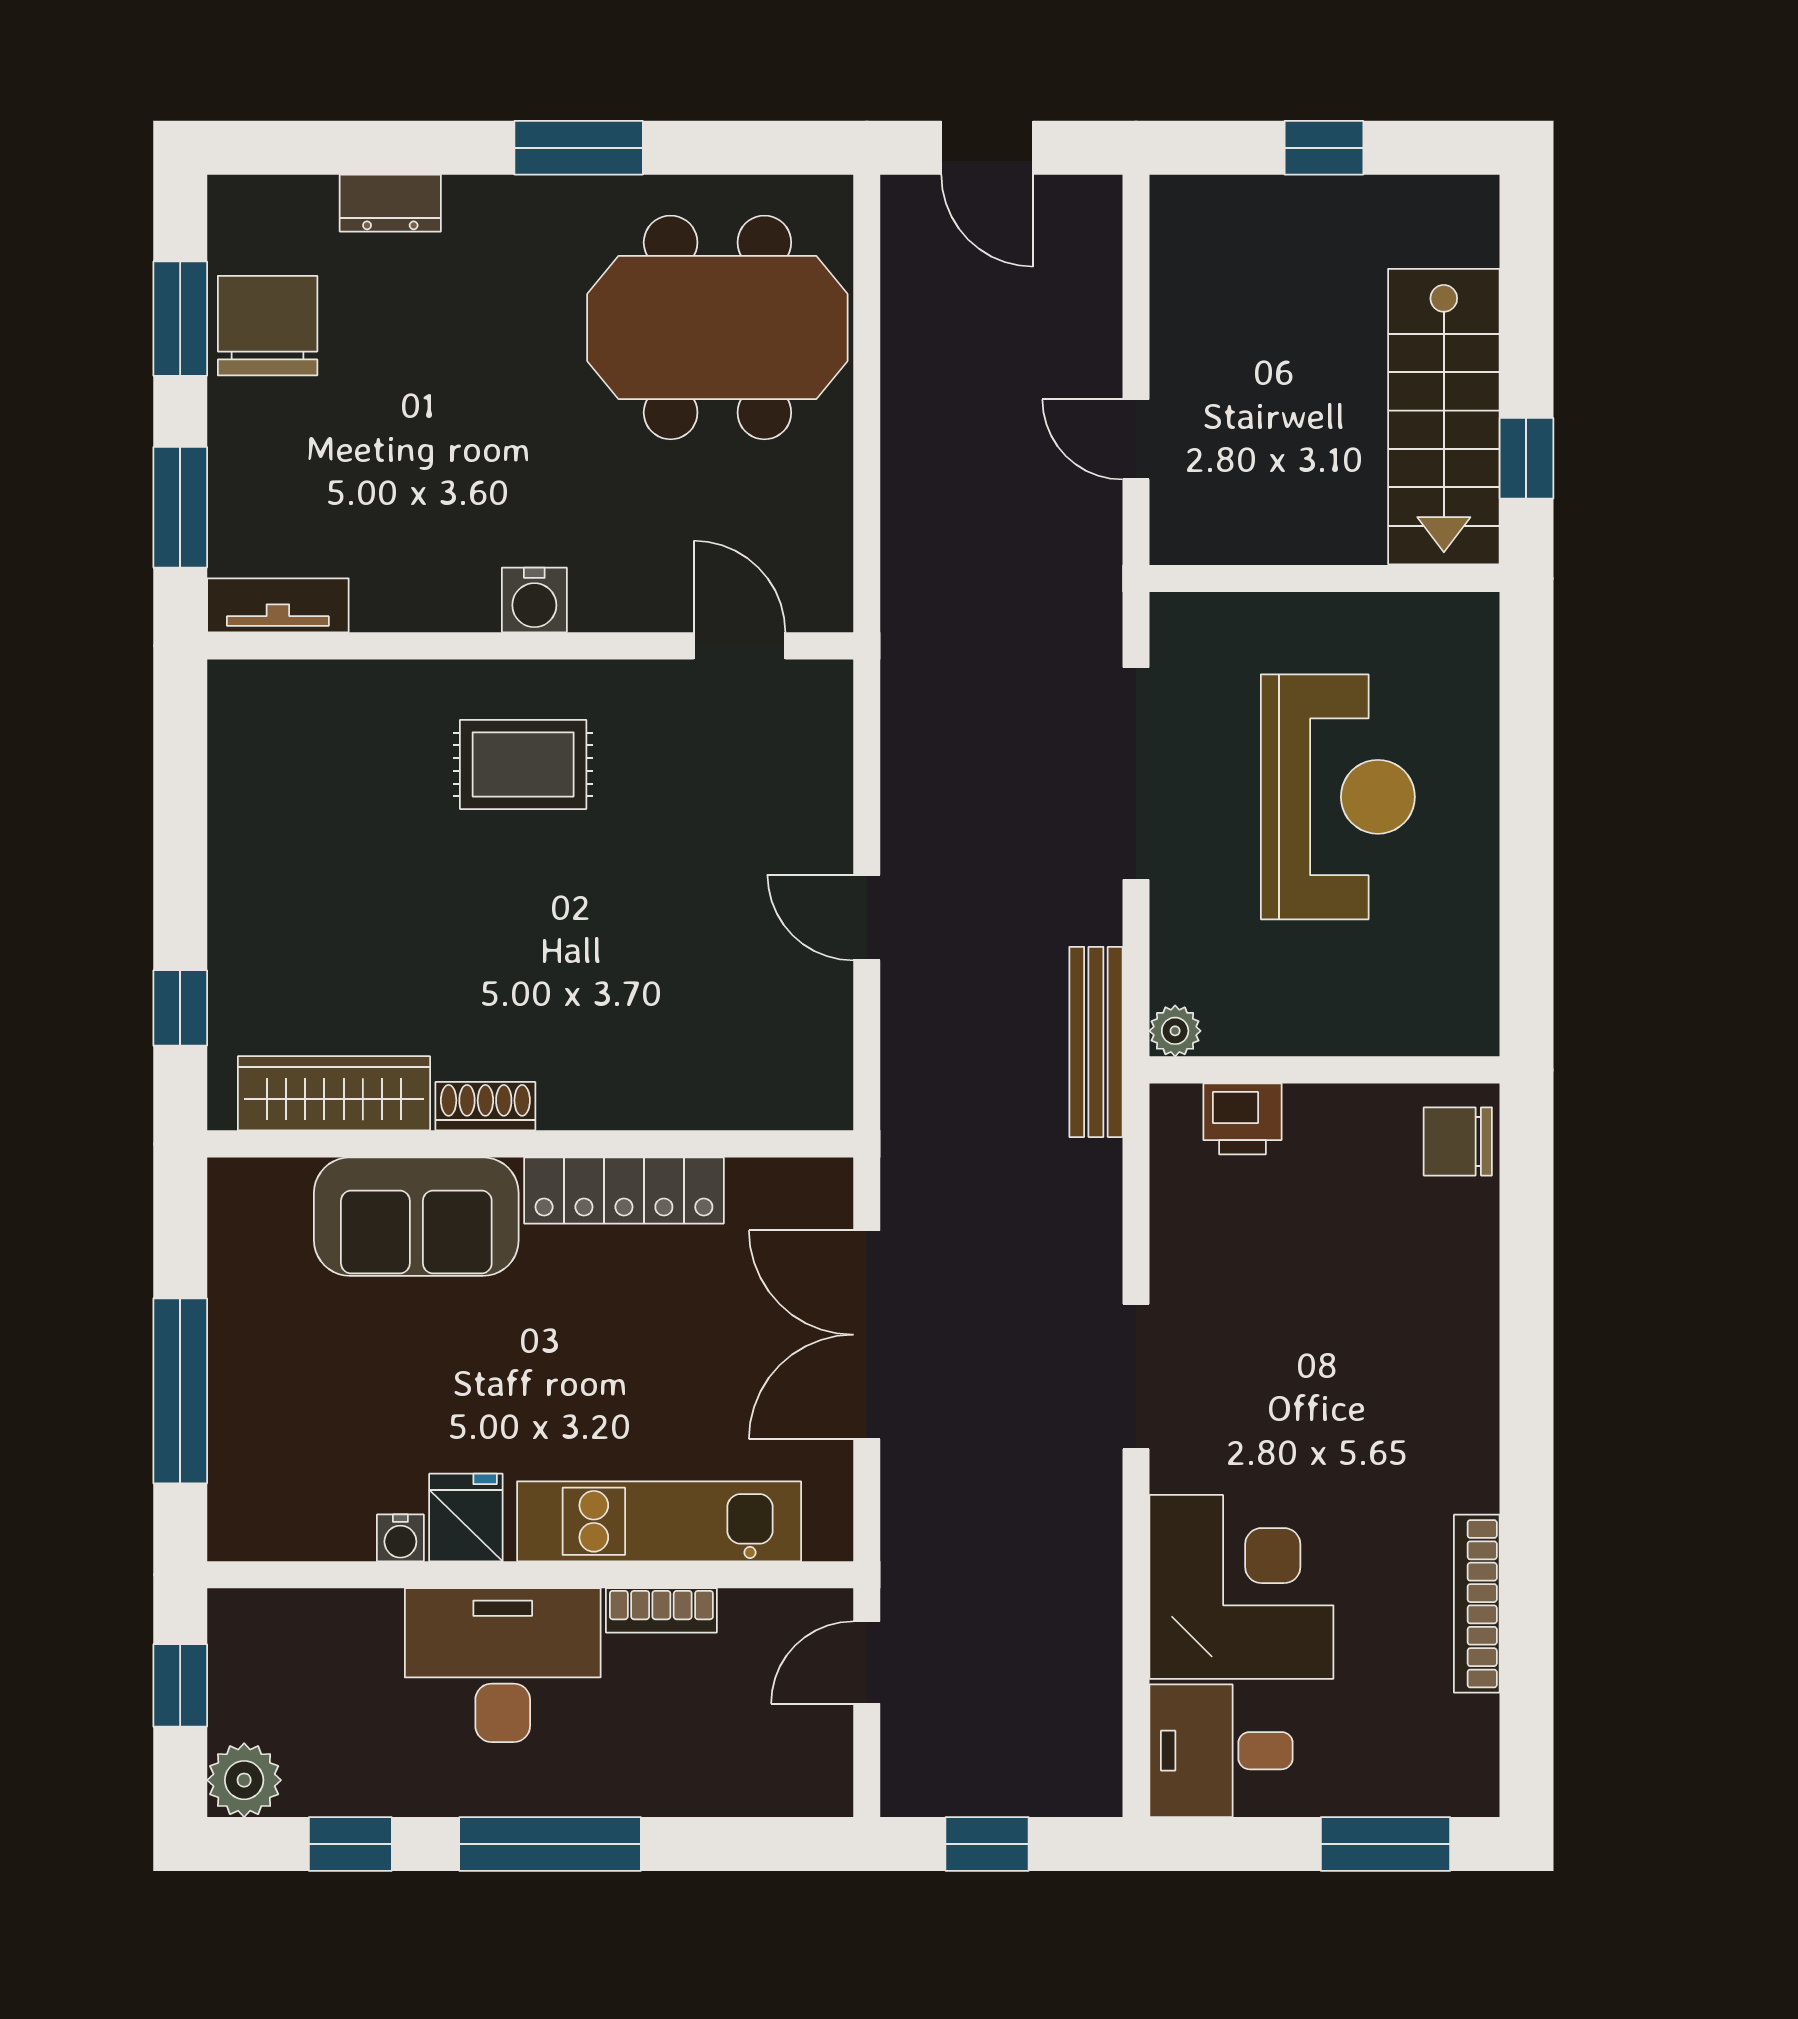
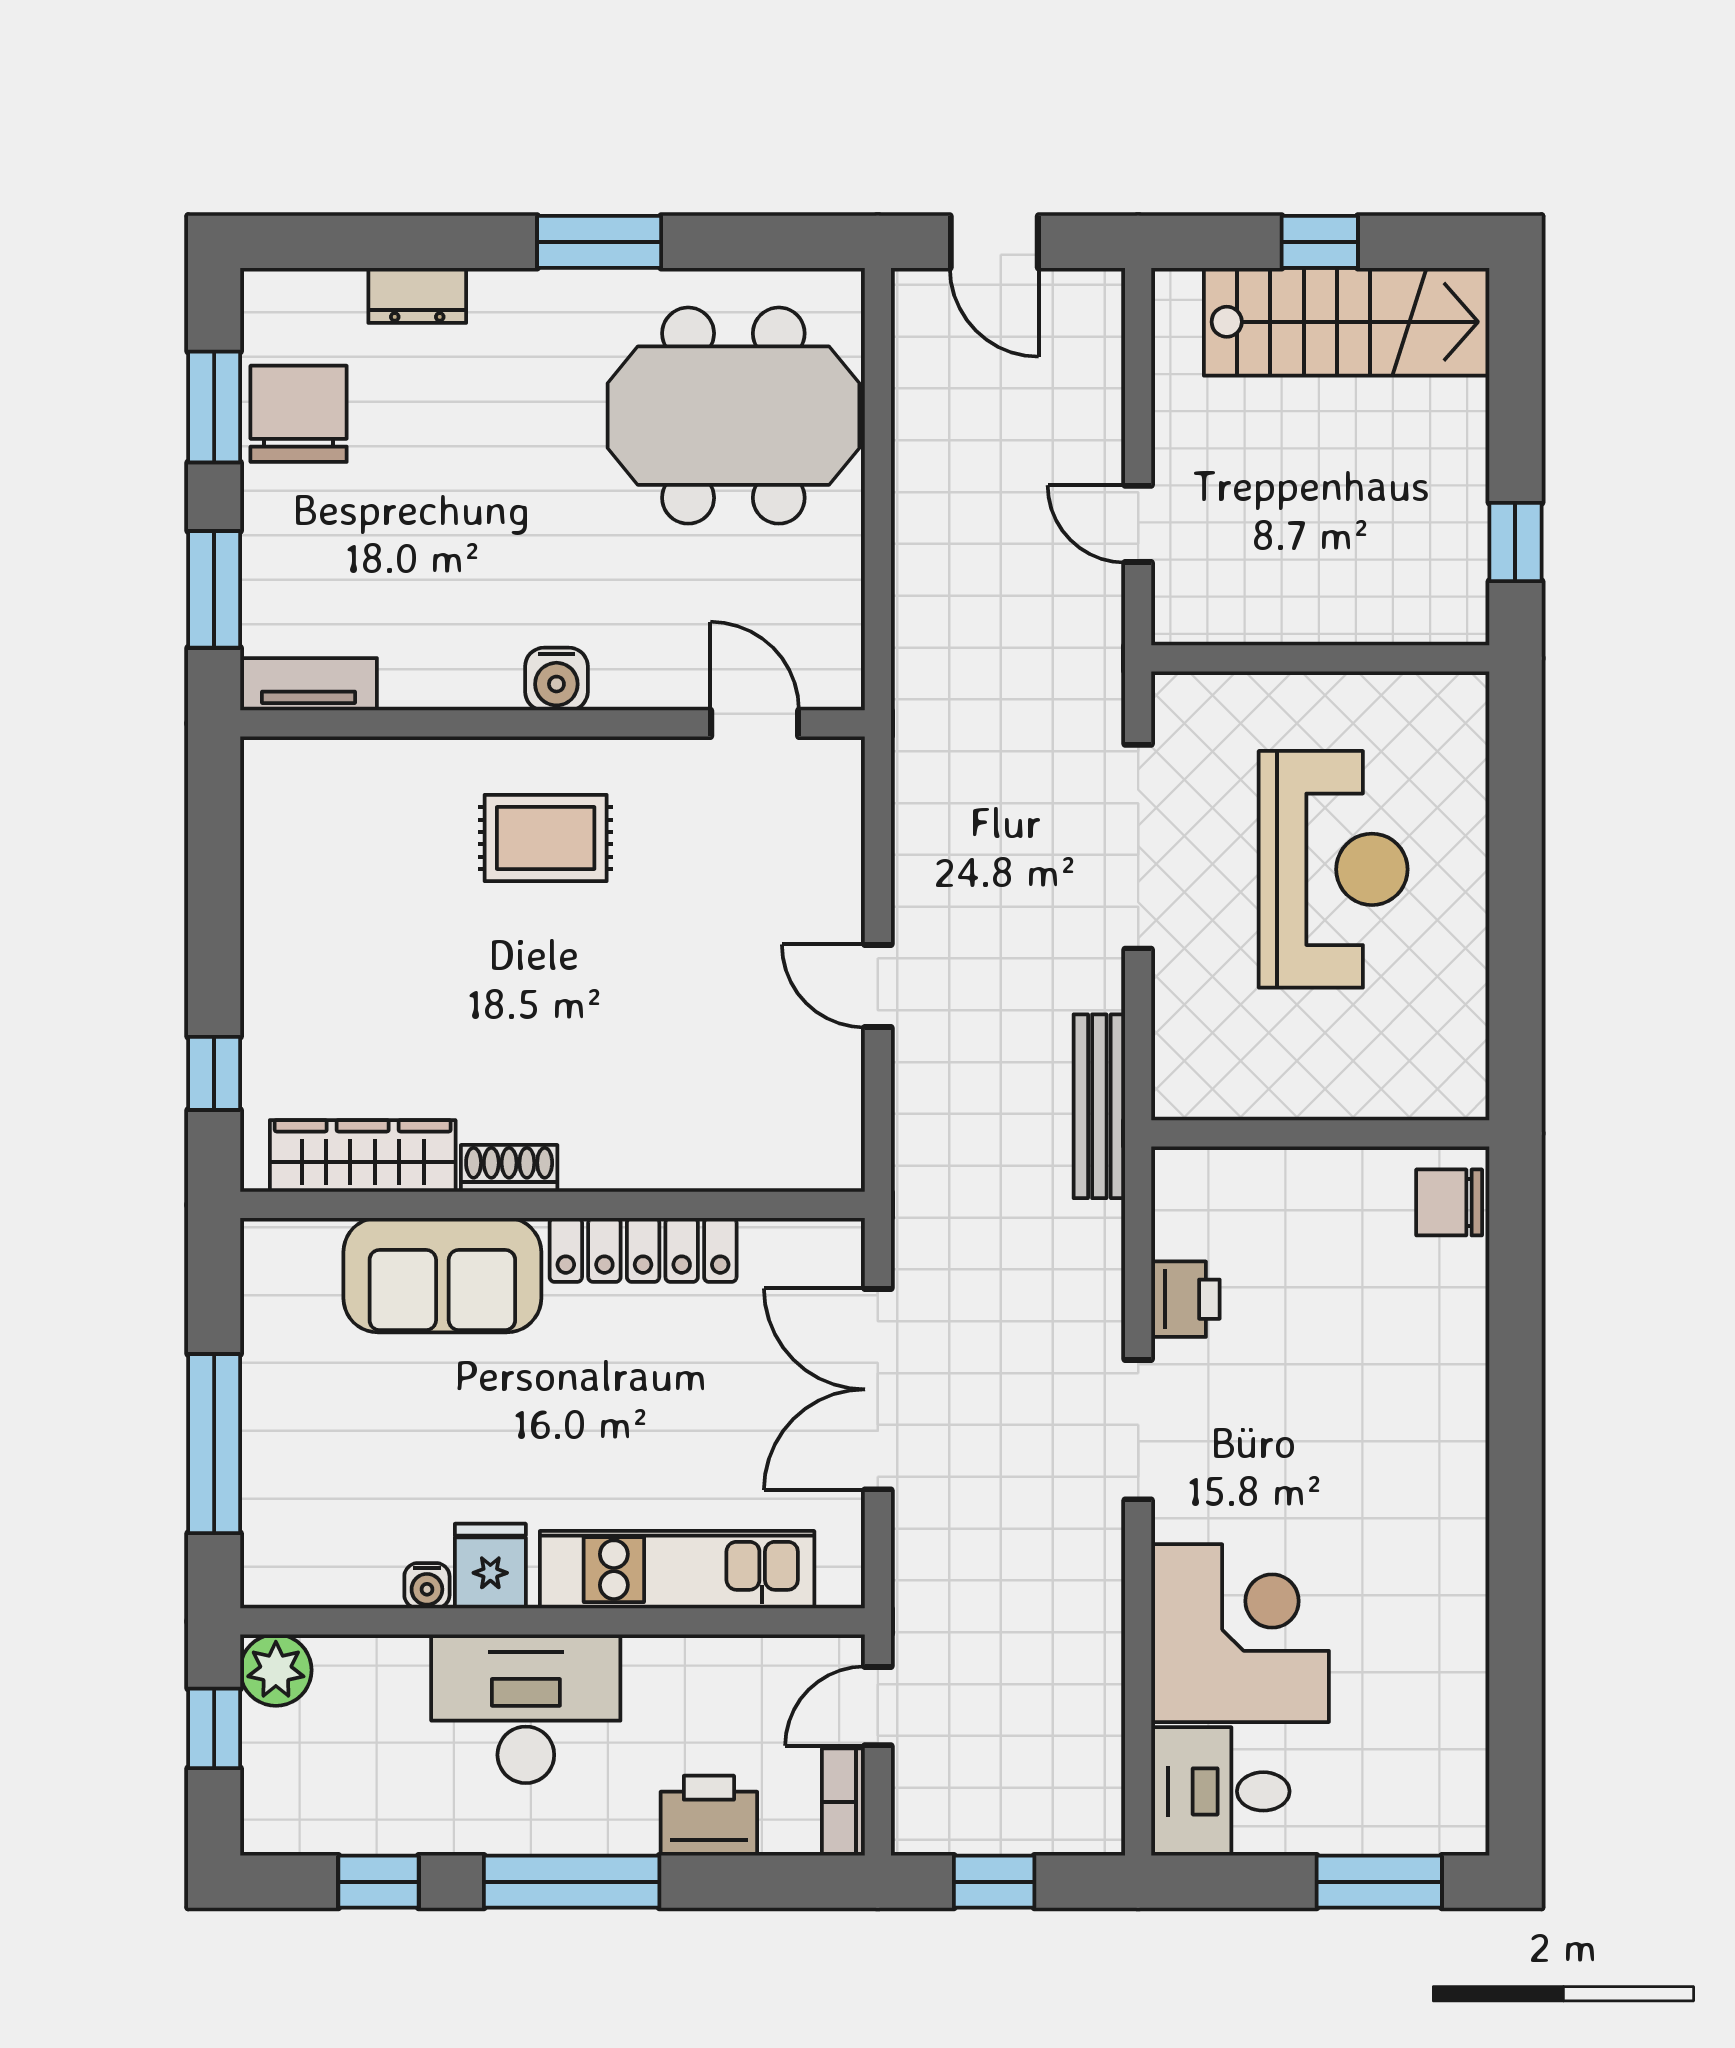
stairs: (1444, 417) -> (1347, 322), moved, turned -90
plant: (1175, 1031) -> (1176, 1096), removed
printer: (1243, 1119) -> (1185, 1299), moved, turned -90
bookcase: (1477, 1604) -> (1467, 1649), removed
bookcase: (661, 1610) -> (843, 1802), moved, turned 90
printer: (692, 1776) -> (709, 1816), added
plant: (244, 1780) -> (276, 1670), moved

